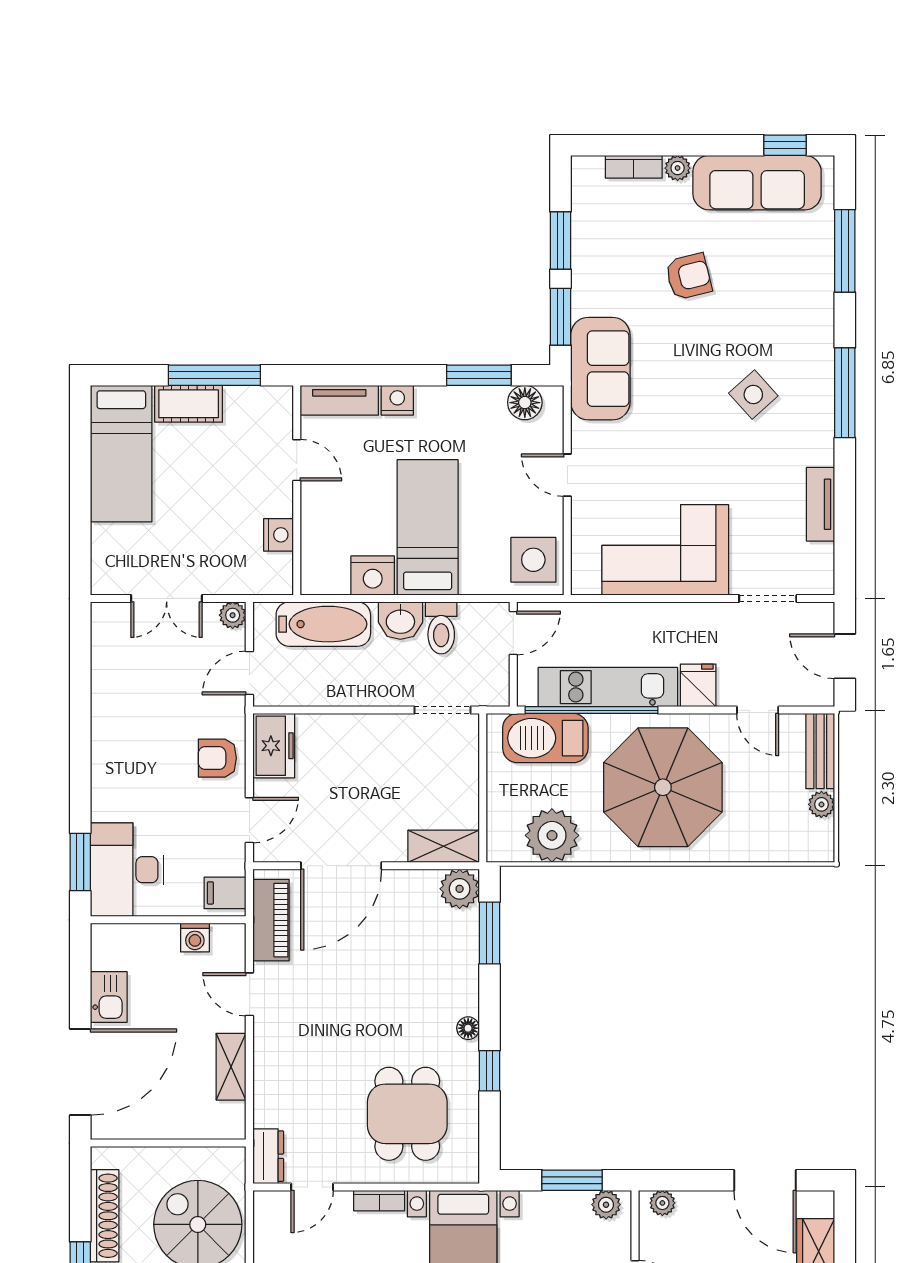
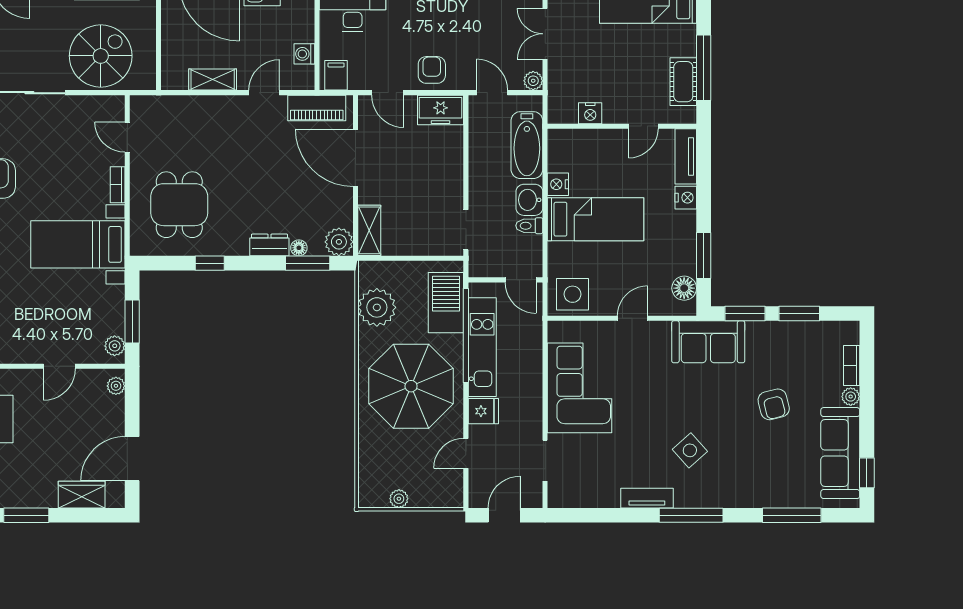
cot: (189, 404) -> (683, 82), moved
tv unit: (820, 504) -> (647, 498), moved
nightstand: (373, 576) -> (558, 184), width x0.74, depth x0.75
toilet: (441, 628) -> (529, 226), width x0.73, depth x0.72
bench: (820, 751) -> (437, 498), removed
floor lamp: (468, 1028) -> (299, 248), moved
dining table: (407, 1114) -> (179, 205), turned 90
dresser: (268, 1156) -> (269, 245), moved, turned 180

